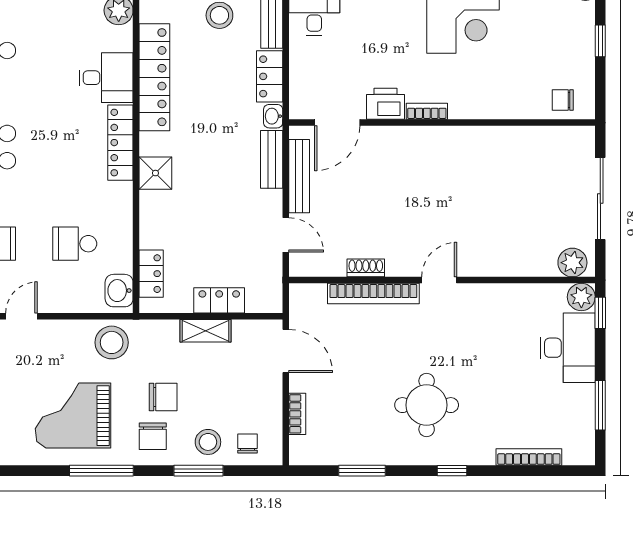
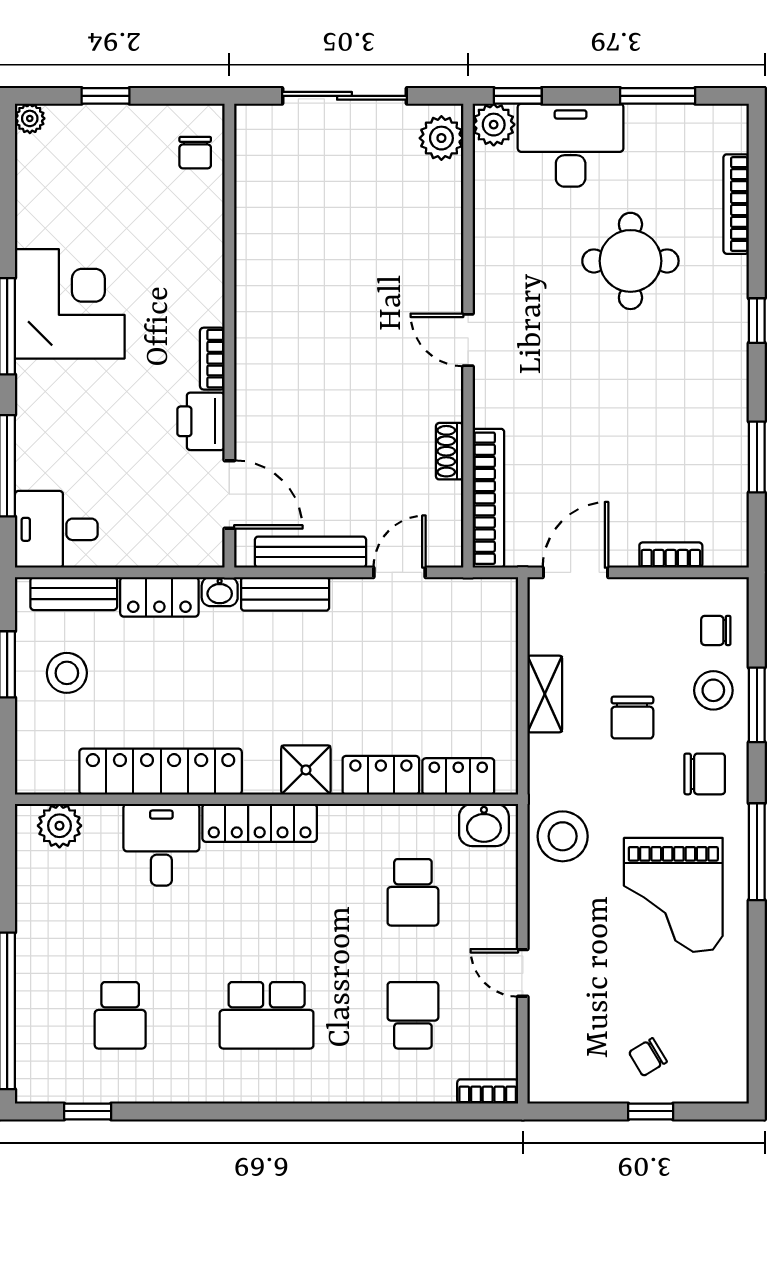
bookcase: (373, 294) -> (488, 498), moved
locker: (219, 300) -> (381, 775), moved, turned 90
chair: (163, 397) -> (632, 718), moved, turned 180
round table: (427, 405) -> (630, 261), moved

